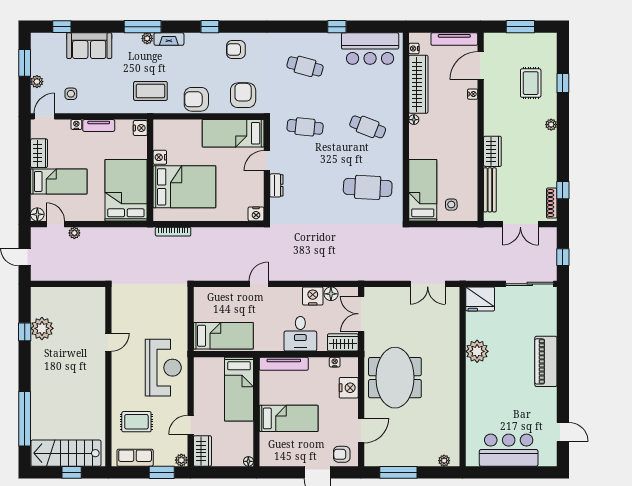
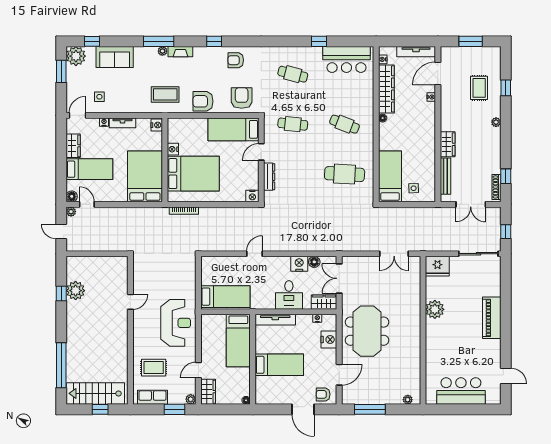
plant: (37, 82) -> (76, 56), moved, width x1.87, depth x1.87
dresser: (276, 185) -> (269, 177), width x1.44
plant: (74, 233) -> (71, 212), moved

